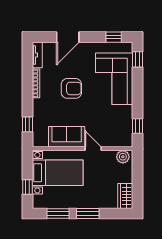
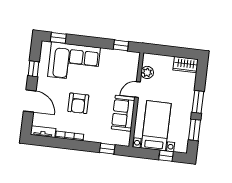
window: (114, 37) -> (33, 69), moved
armchair: (71, 88) -> (78, 103), turned 180
plant: (123, 157) -> (147, 72), moved

